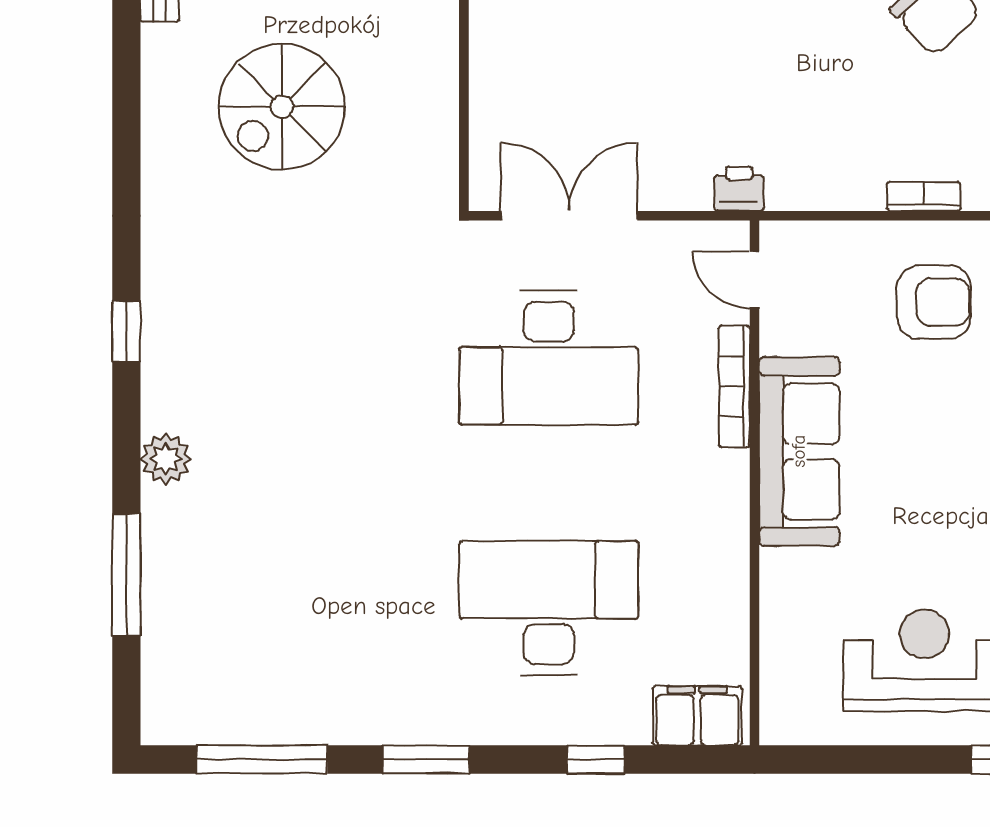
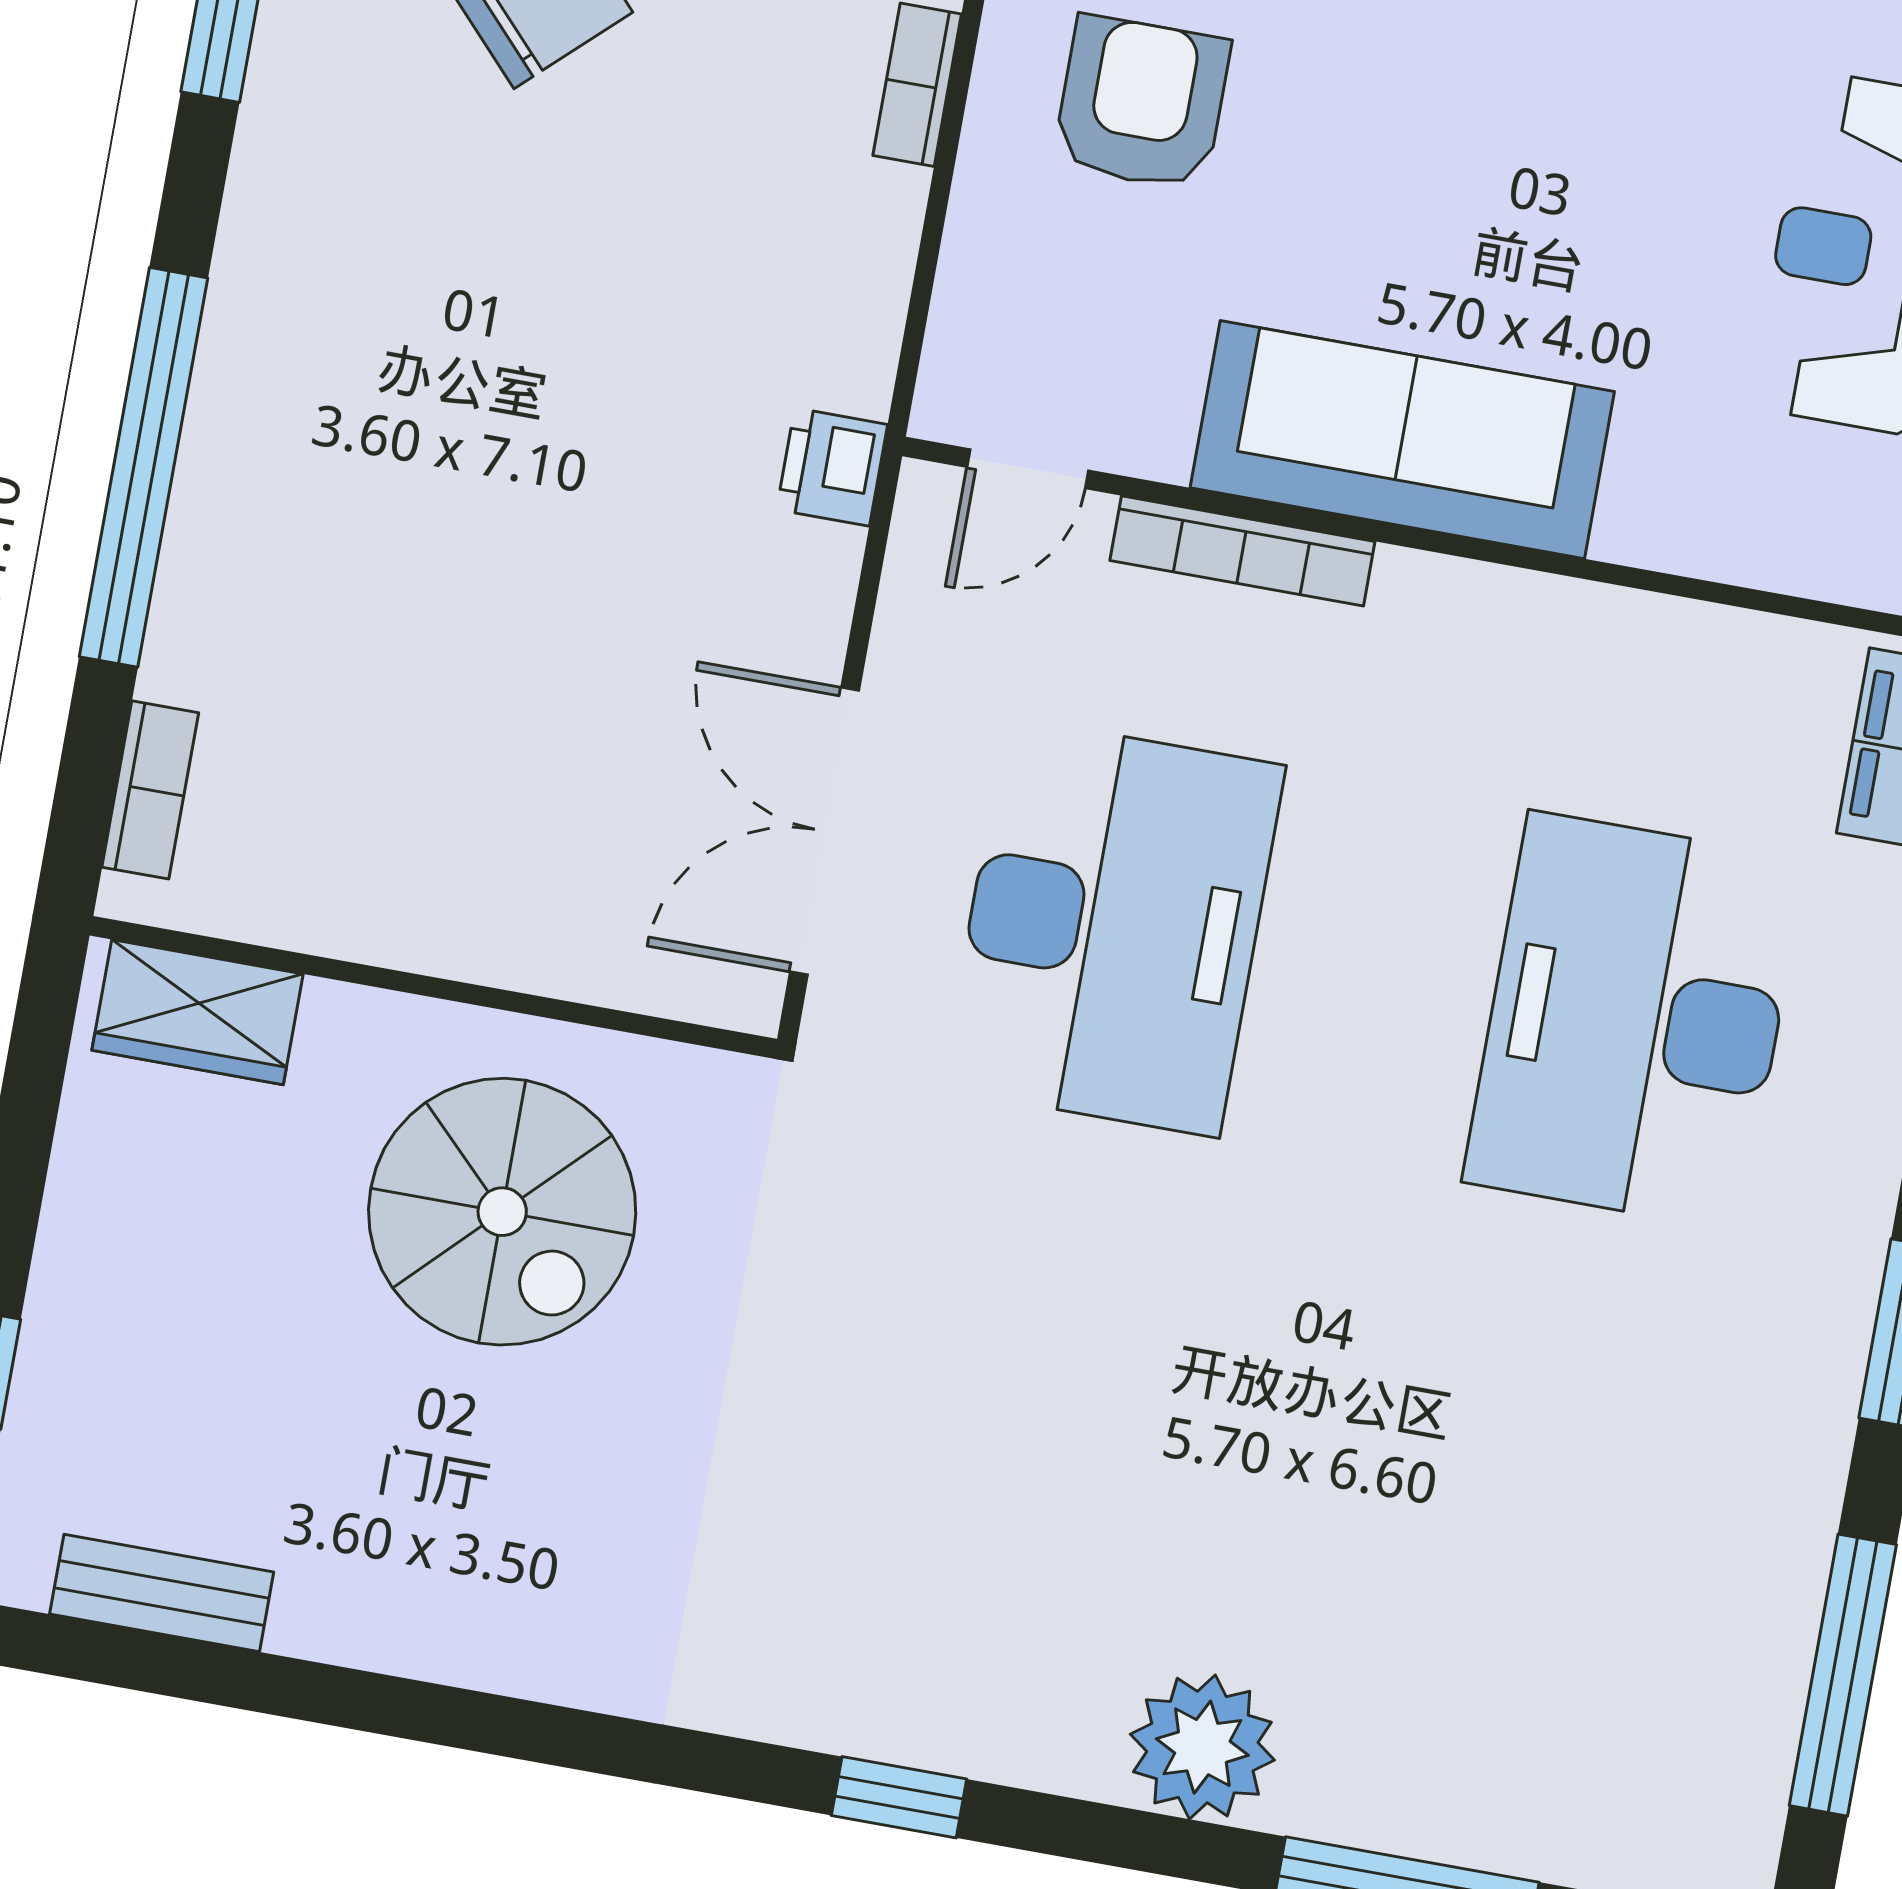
spiral stairs: (282, 107) -> (502, 1212), moved
plant: (166, 459) -> (1202, 1747), width x1.36, depth x1.36

